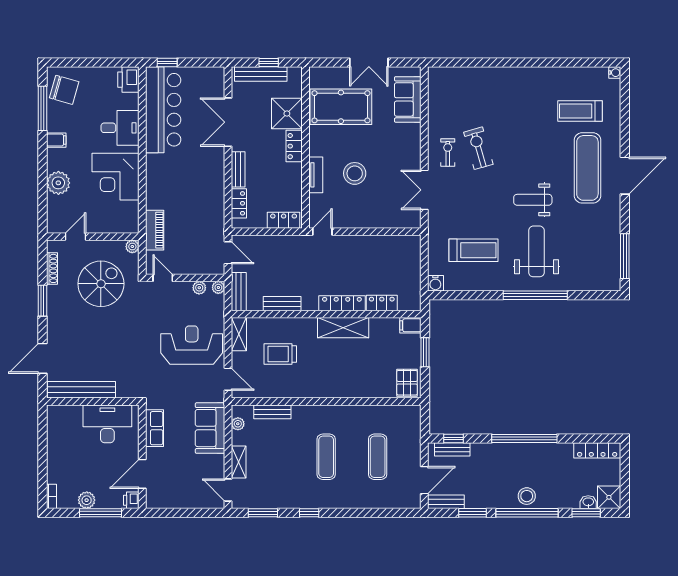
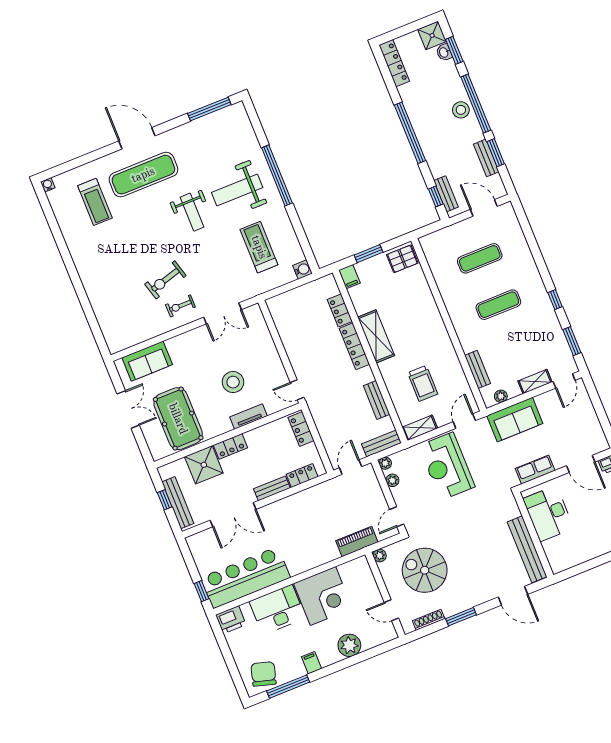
desk: (120, 128) -> (277, 610), width x1.37
bench: (446, 502) -> (486, 158), moved

